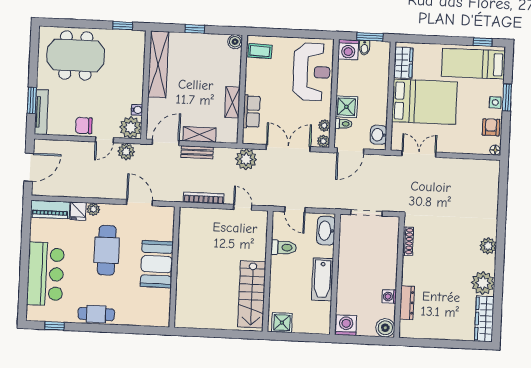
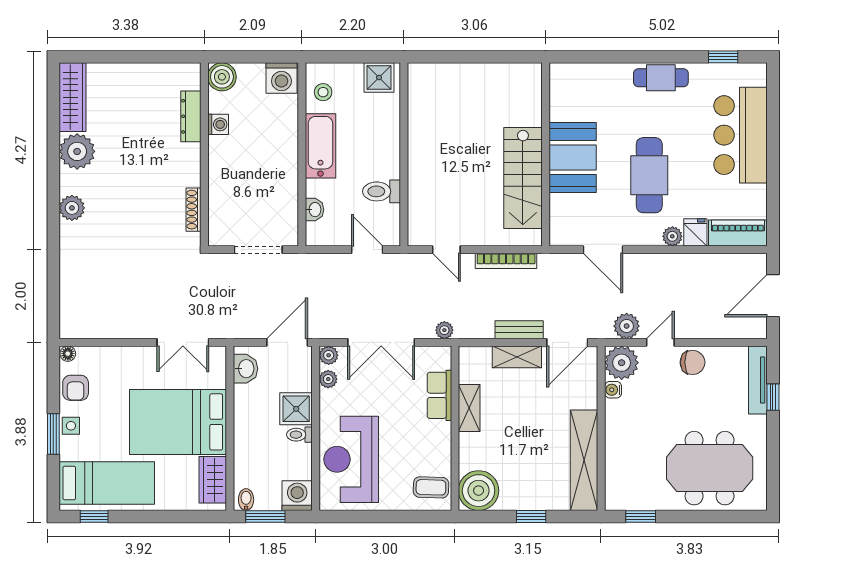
boiler: (235, 42) -> (479, 491), width x1.86, depth x1.86
bidet: (364, 48) -> (246, 500), moved
window: (32, 100) -> (773, 397), width x0.67
toilet: (343, 124) -> (299, 435), moved
plant: (246, 159) -> (444, 330), width x0.53, depth x0.53
washbasin: (326, 231) -> (314, 210), width x0.52, depth x0.69
stairs: (252, 294) -> (523, 178), moved, turned 180
stool: (319, 315) -> (323, 92), added

